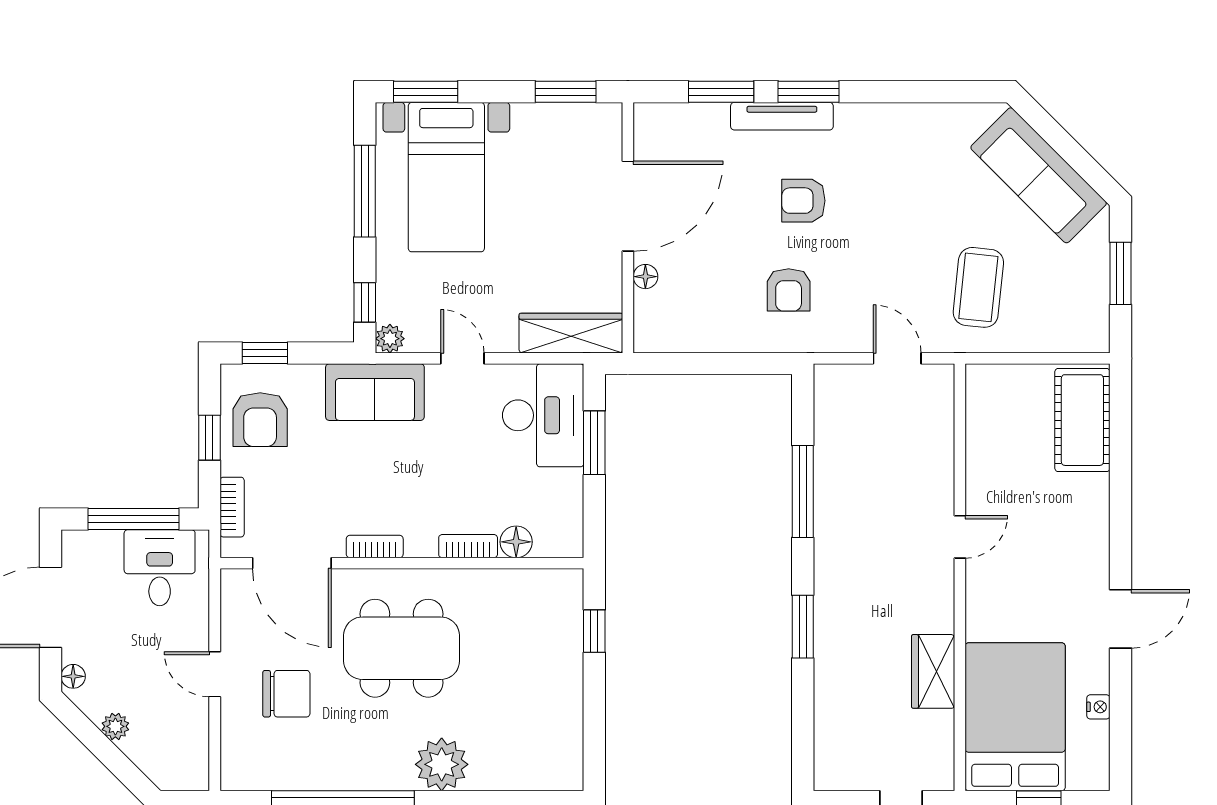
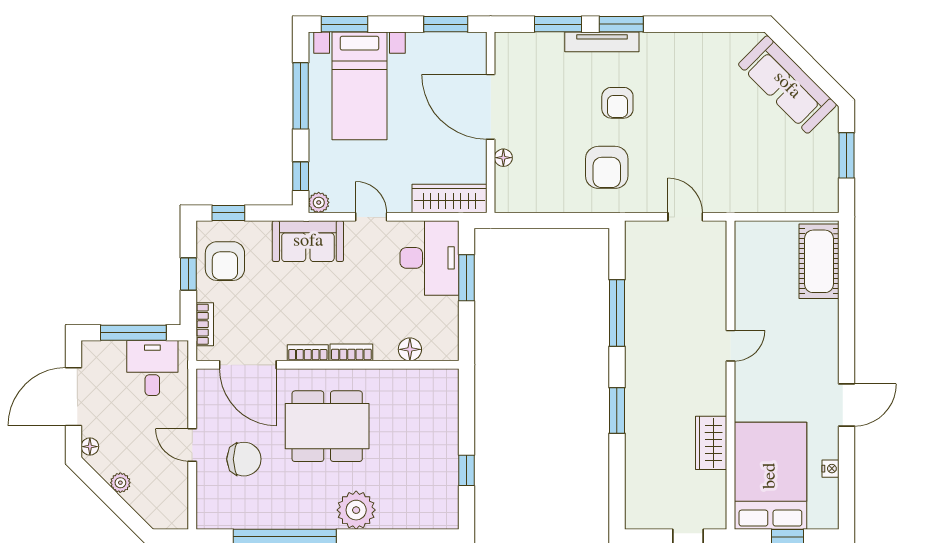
armchair: (803, 201) -> (617, 103), turned -90
door: (628, 206) -> (491, 107), swing flipped
coffee table: (978, 287) -> (744, 166), removed
armchair: (789, 290) -> (607, 167), width x1.38, depth x1.38
bookcase: (468, 546) -> (351, 352), moved
window: (594, 631) -> (466, 470), moved

